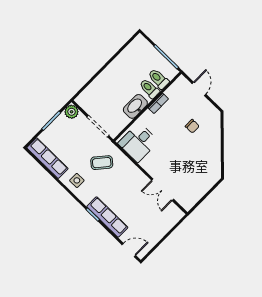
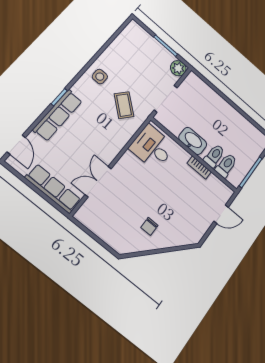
chair: (192, 126) -> (149, 226), moved
row of seats: (47, 158) -> (53, 189), moved, turned -90

